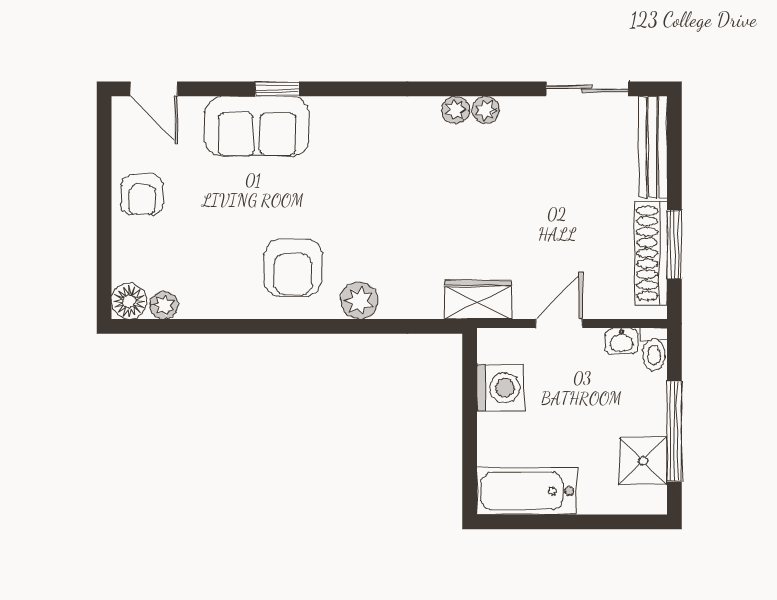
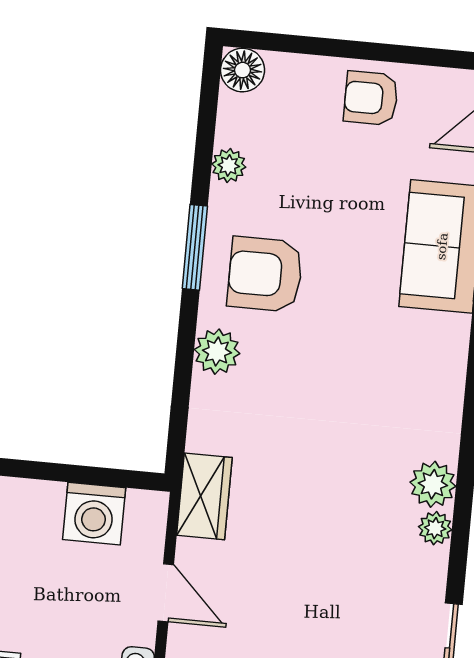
plant: (456, 110) -> (433, 484), width x1.38, depth x1.38
plant: (164, 305) -> (229, 166), moved
window: (277, 326) -> (195, 247), added

